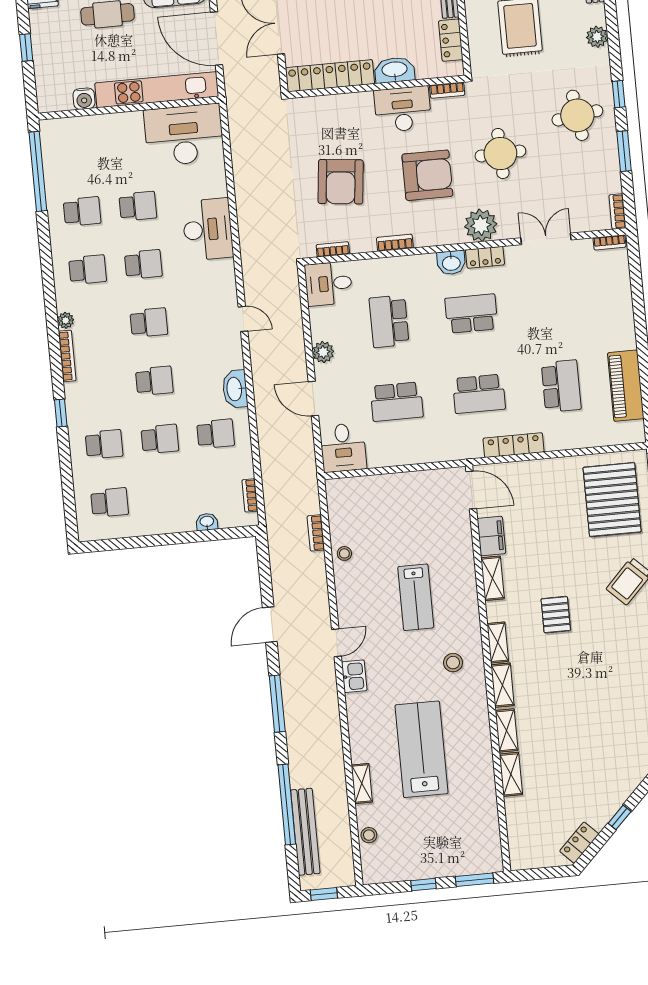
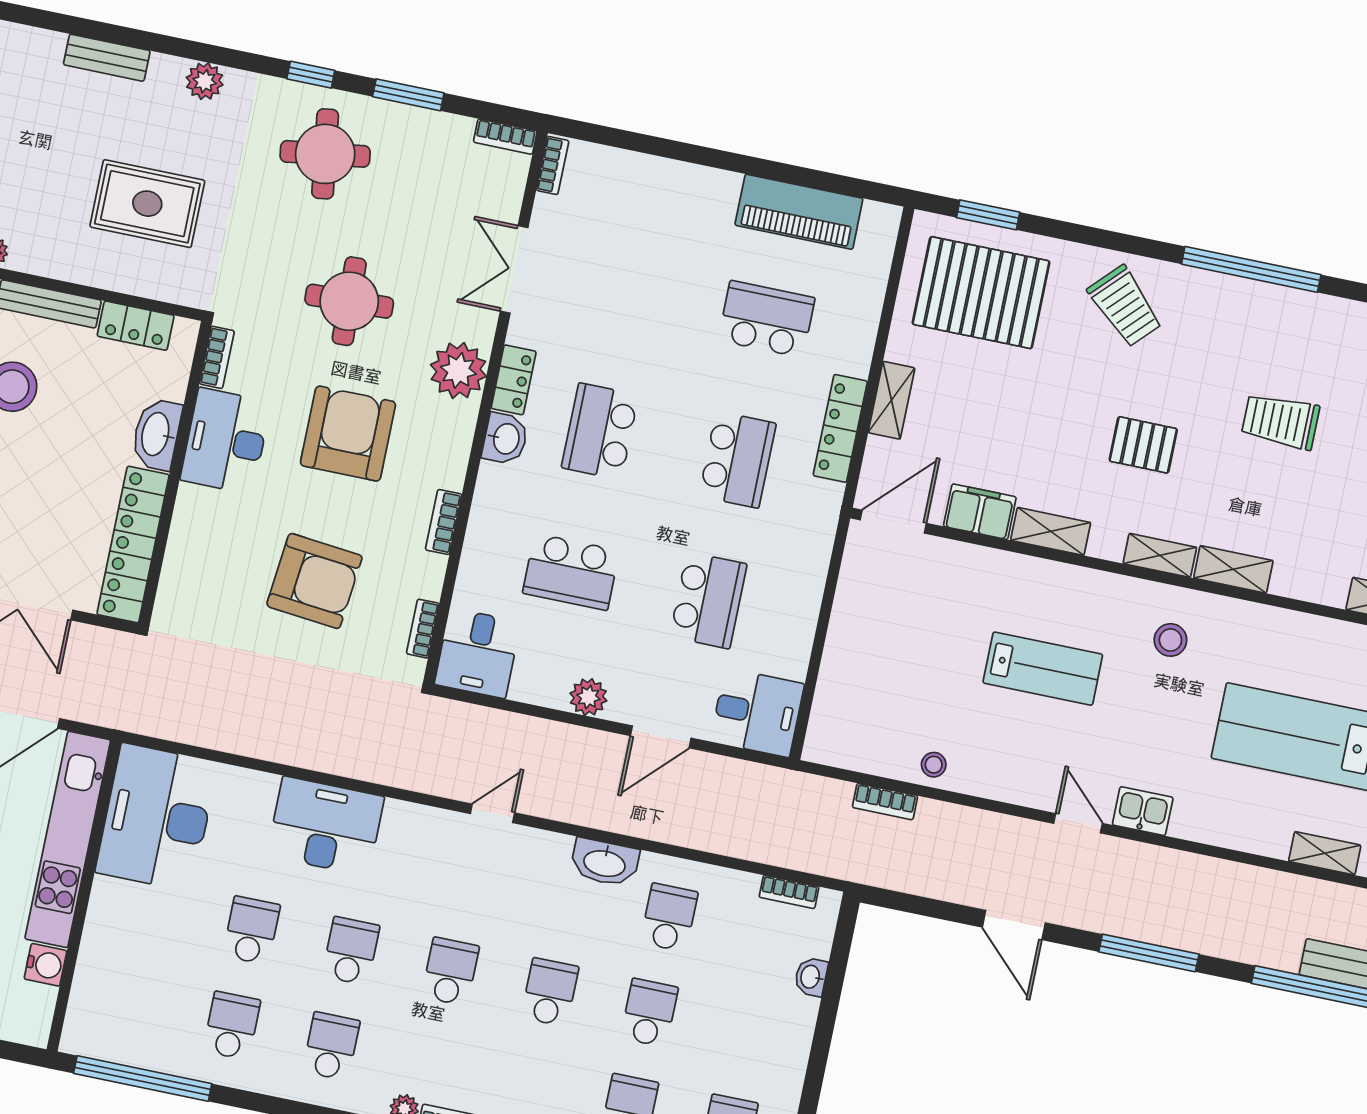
trolley: (592, 686) -> (1280, 421), added
shelving: (507, 730) -> (891, 400), moved, turned 90

